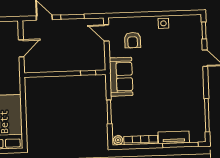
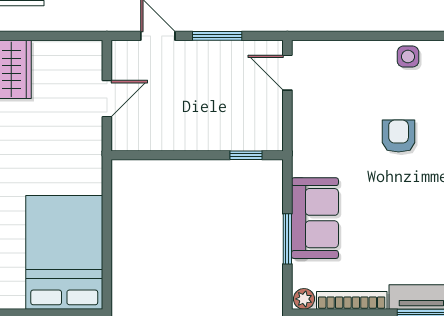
armchair: (133, 40) -> (399, 136), moved, turned 180
sofa: (121, 77) -> (315, 218), moved

